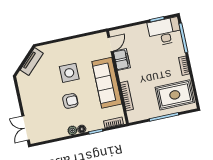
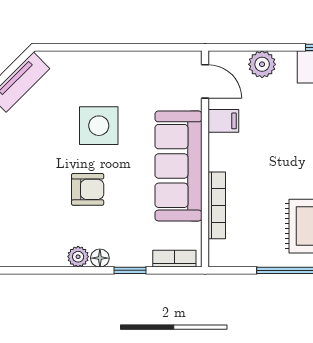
plant: (133, 32) -> (262, 64), added
door: (110, 44) -> (205, 81), hinge flipped
filing cabinet: (122, 59) -> (223, 121), width x0.50

